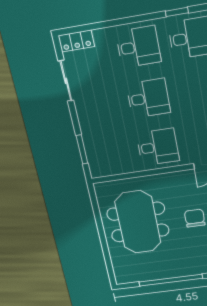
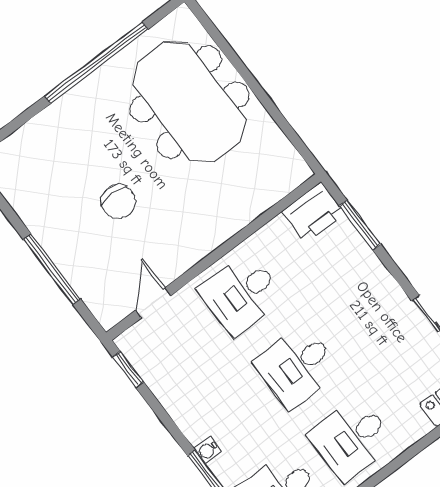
printer: (102, 167) -> (314, 212), added
meeting table: (138, 222) -> (189, 102), moved

